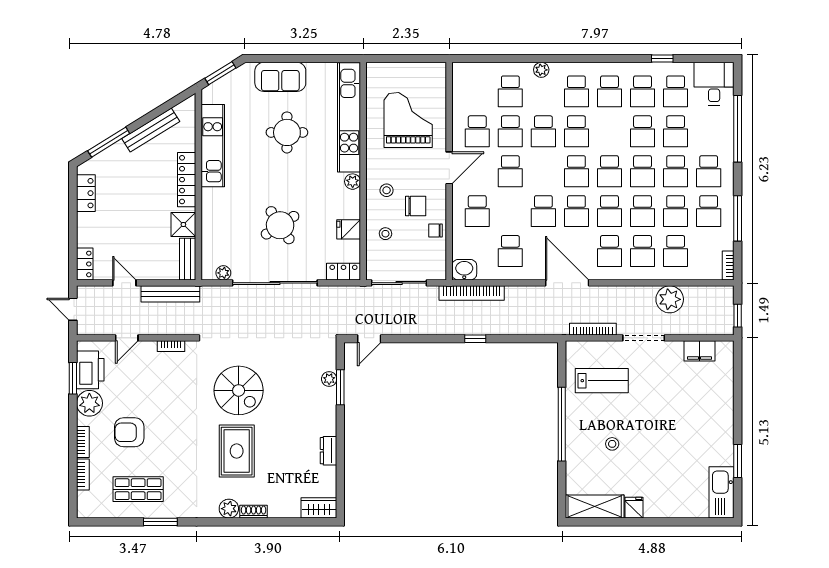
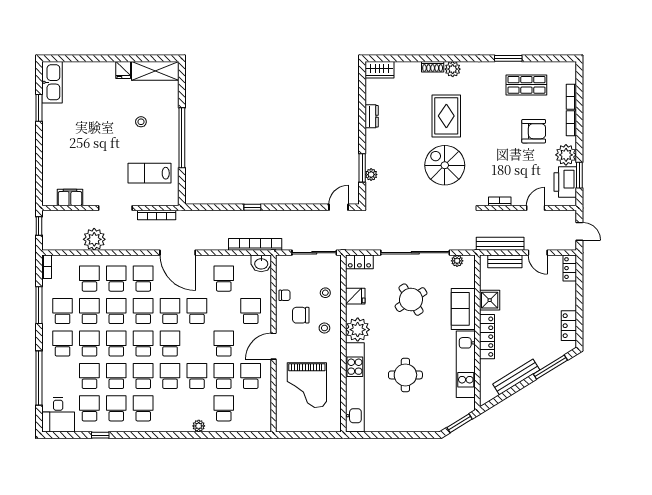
sofa: (280, 77) -> (463, 309), moved, turned -90
school desk: (576, 91) -> (143, 376), moved
plant: (353, 182) -> (358, 330), width x1.87, depth x1.87
bench: (188, 259) -> (505, 261), moved, turned 90

